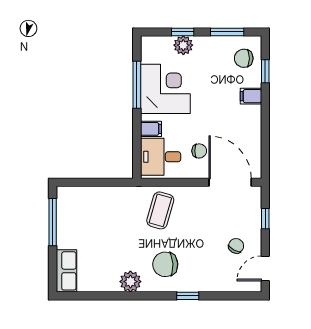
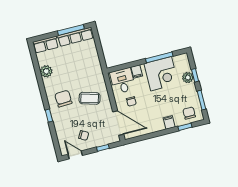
door: (230, 182) -> (118, 123), hinge flipped
coffee table: (160, 210) -> (90, 98), moved
row of seats: (66, 218) -> (75, 37), added
plant: (130, 282) -> (46, 71), moved

